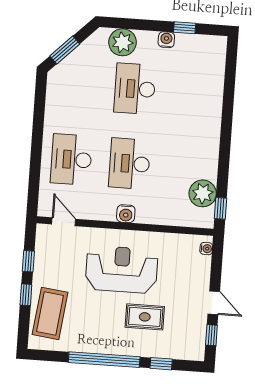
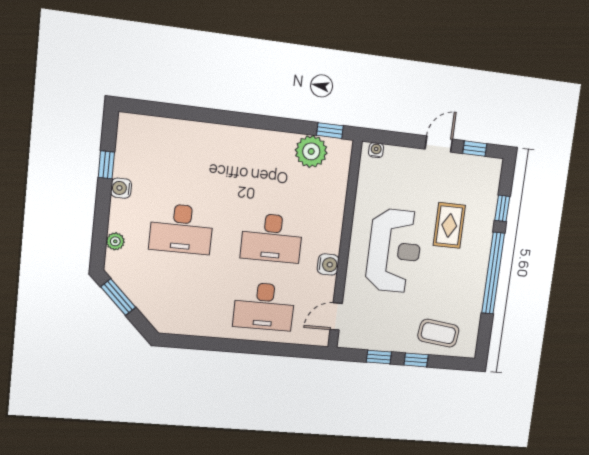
plant: (123, 42) -> (115, 241), width x0.53, depth x0.53
window: (65, 50) -> (118, 297), moved
water cooler: (126, 214) -> (328, 264), moved
reception desk: (122, 269) -> (394, 251), turned 180
coffee table: (50, 313) -> (438, 333), width x0.73, depth x0.76

